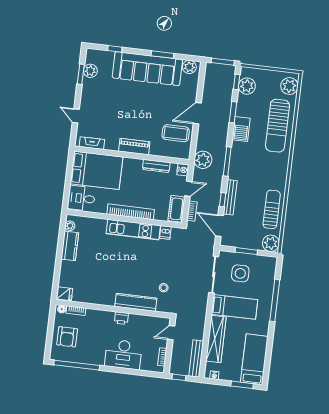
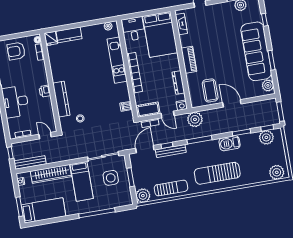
sun lounger: (277, 126) -> (217, 173), moved
kitchen unit: (133, 230) -> (117, 60), moved
kitchen counter: (70, 246) -> (69, 35), moved

